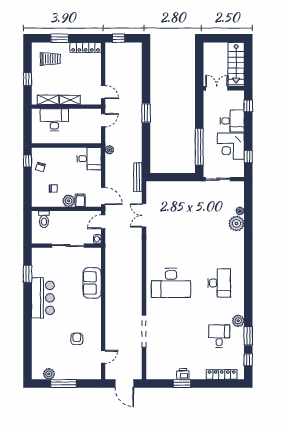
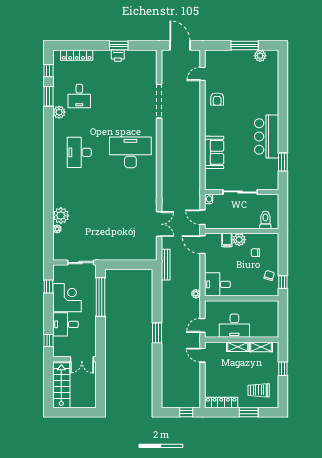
desk: (54, 120) -> (234, 326), moved
door: (103, 222) -> (203, 217), swing flipped
armchair: (77, 339) -> (217, 99), moved

